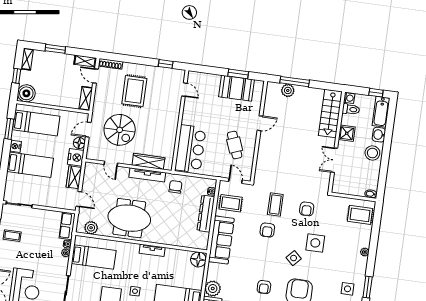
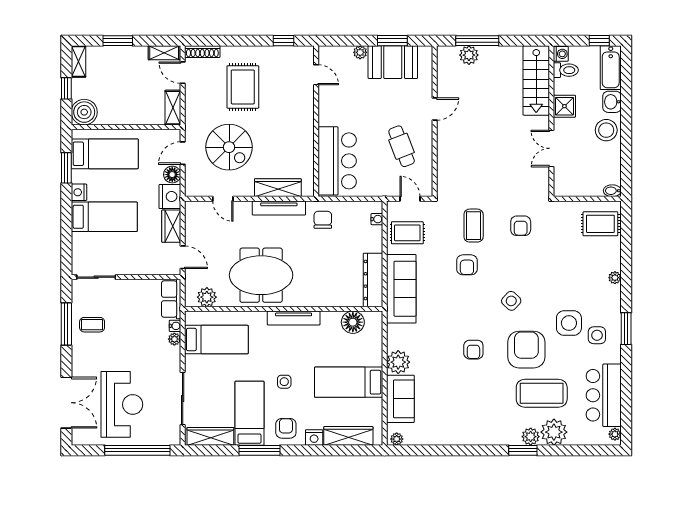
plant: (216, 79) -> (360, 52), added
dresser: (206, 214) -> (373, 280), moved
side table: (315, 243) -> (569, 323), moved
tv unit: (152, 250) -> (294, 318), width x1.41
floor lamp: (198, 259) -> (353, 322), moved

